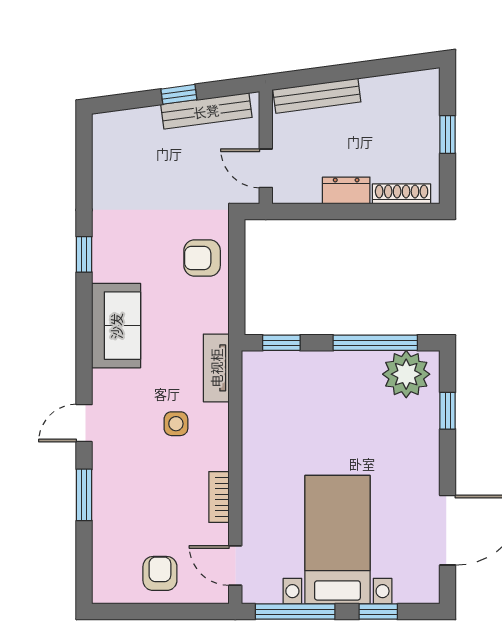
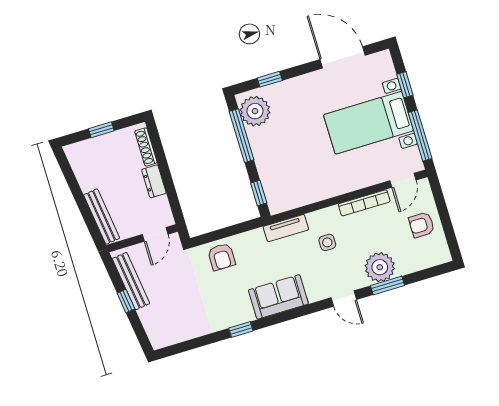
plant: (115, 491) -> (380, 267), added
bookcase: (219, 497) -> (364, 203), width x1.56

